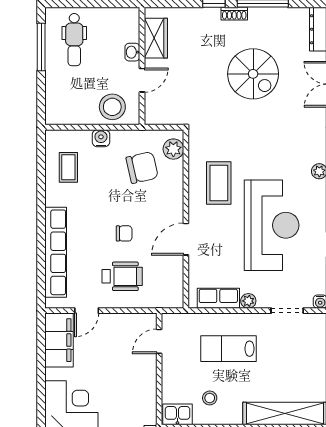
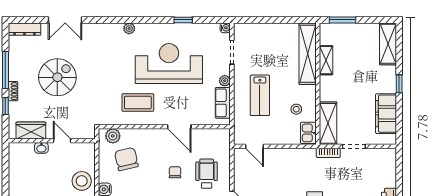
wardrobe: (156, 38) -> (31, 131), moved
washbasin: (132, 52) -> (41, 148), moved
wall: (142, 66) -> (52, 141), moved
door: (142, 80) -> (62, 141), moved

